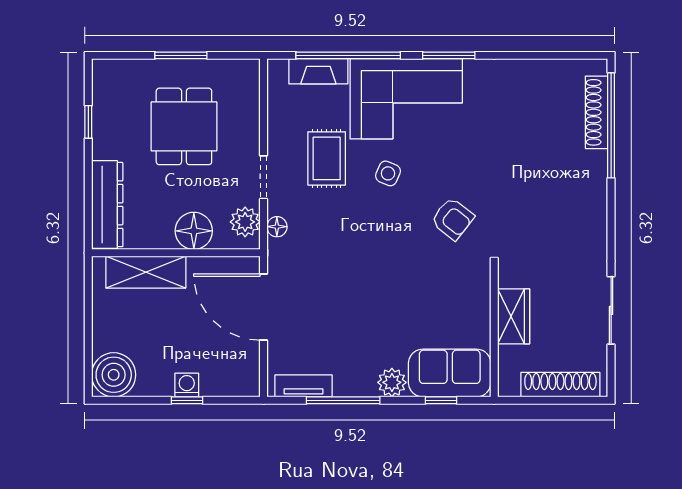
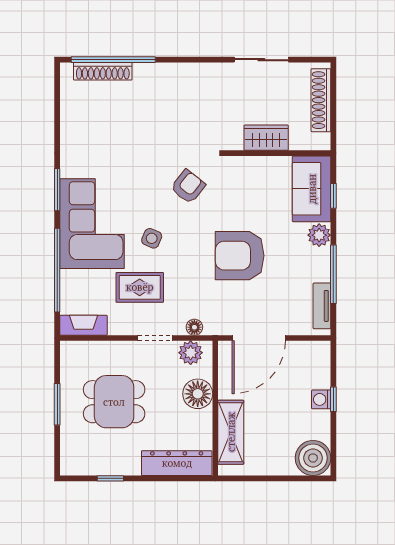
fireplace: (318, 71) -> (83, 325), moved, turned -90
armchair: (366, 283) -> (240, 256), added

